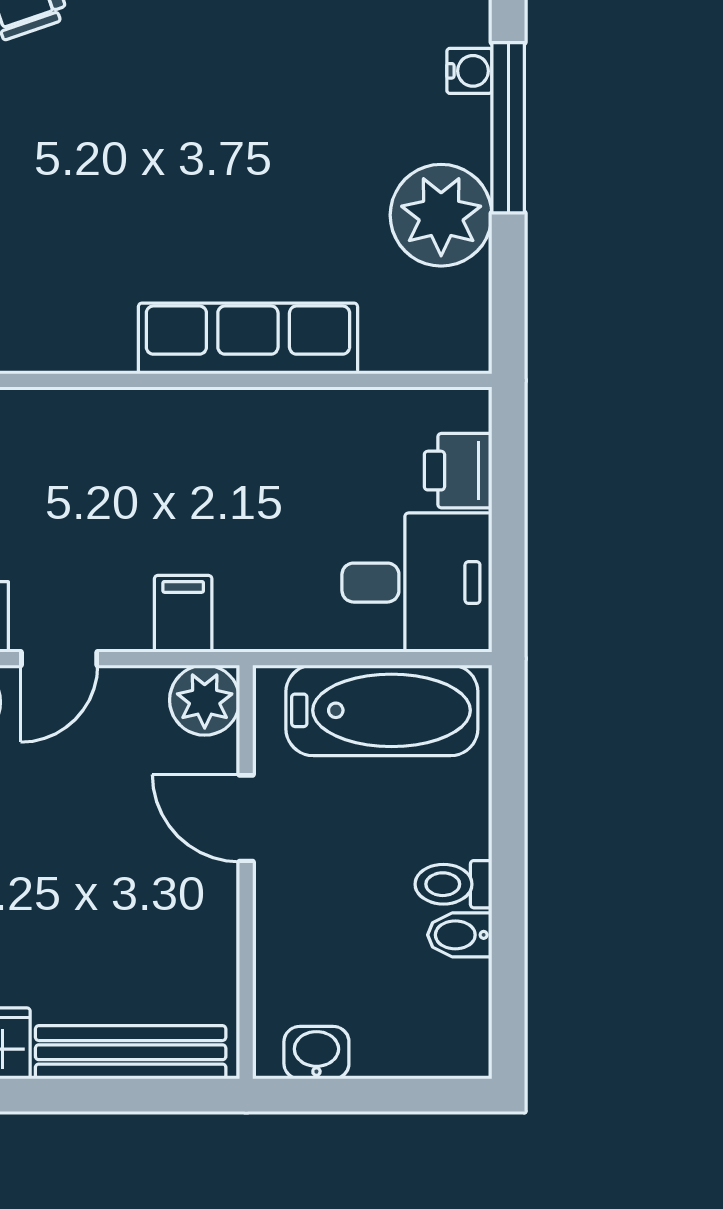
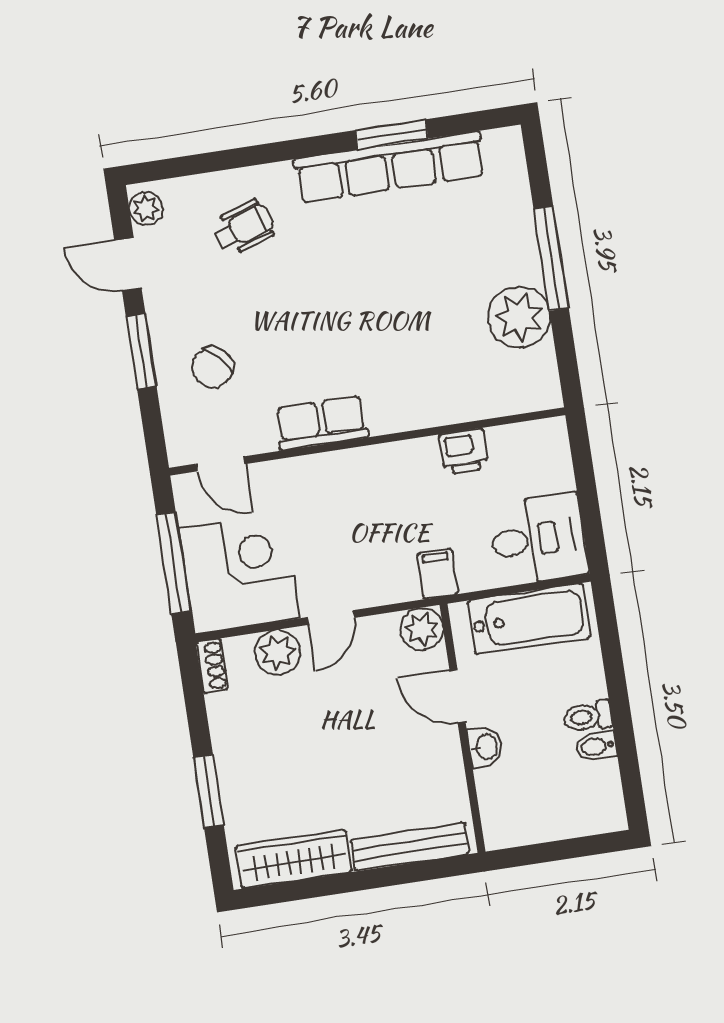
water cooler: (469, 71) -> (523, 228), removed
row of seats: (248, 339) -> (321, 423), moved, width x0.68
printer: (458, 471) -> (464, 451), moved, turned -90
filing cabinet: (183, 614) -> (438, 574), moved
washbasin: (316, 1053) -> (485, 747), moved, turned 90

